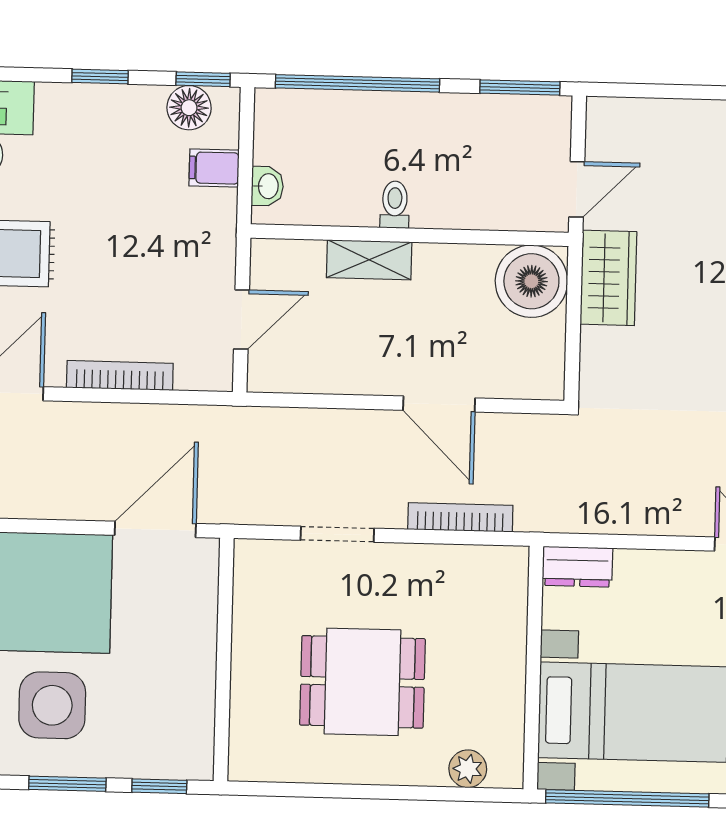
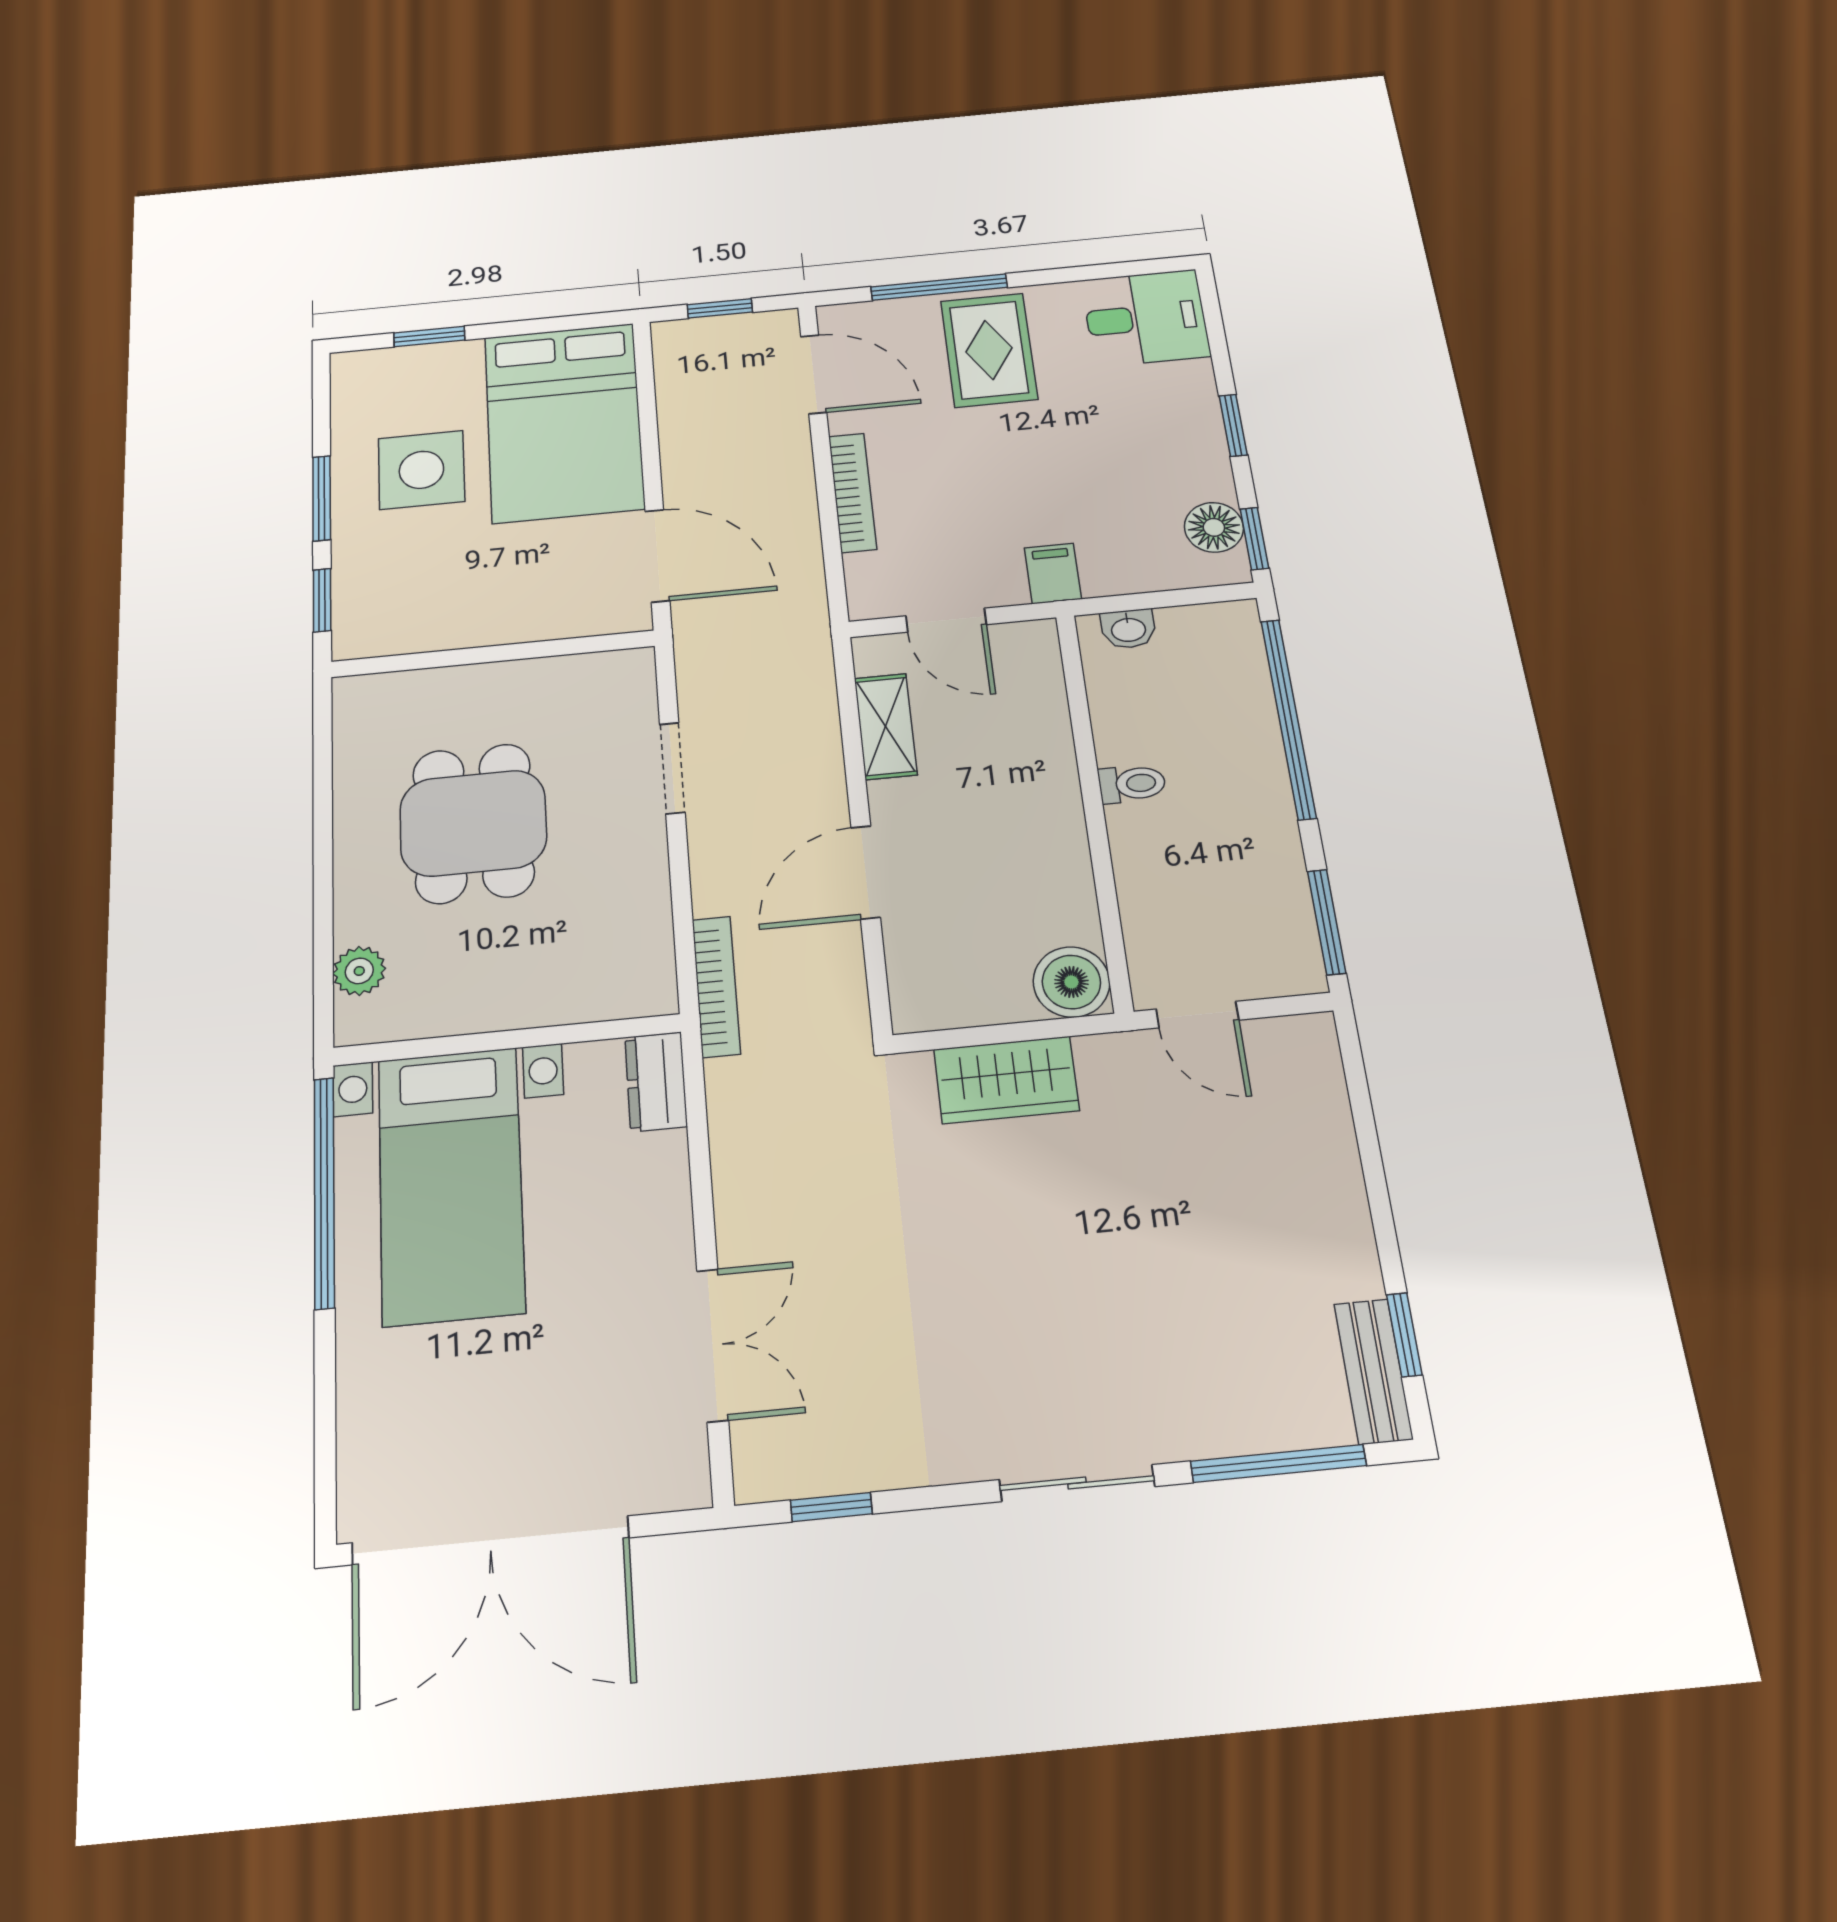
filing cabinet: (214, 168) -> (1053, 573), moved
shelving: (369, 260) -> (886, 726), moved
wardrobe: (608, 278) -> (1006, 1080), moved
boiler: (531, 281) -> (1071, 982), width x0.73, depth x0.73
bookcase: (460, 517) -> (716, 986), moved

